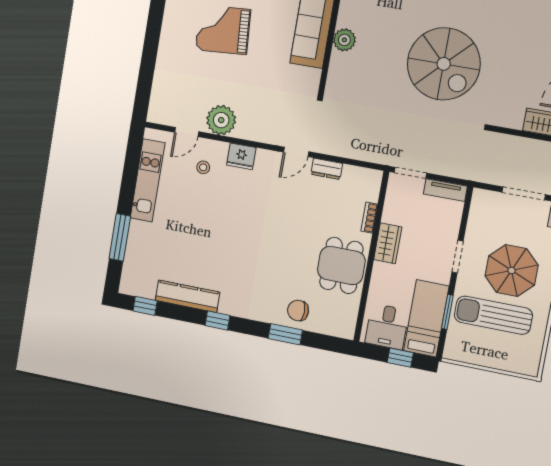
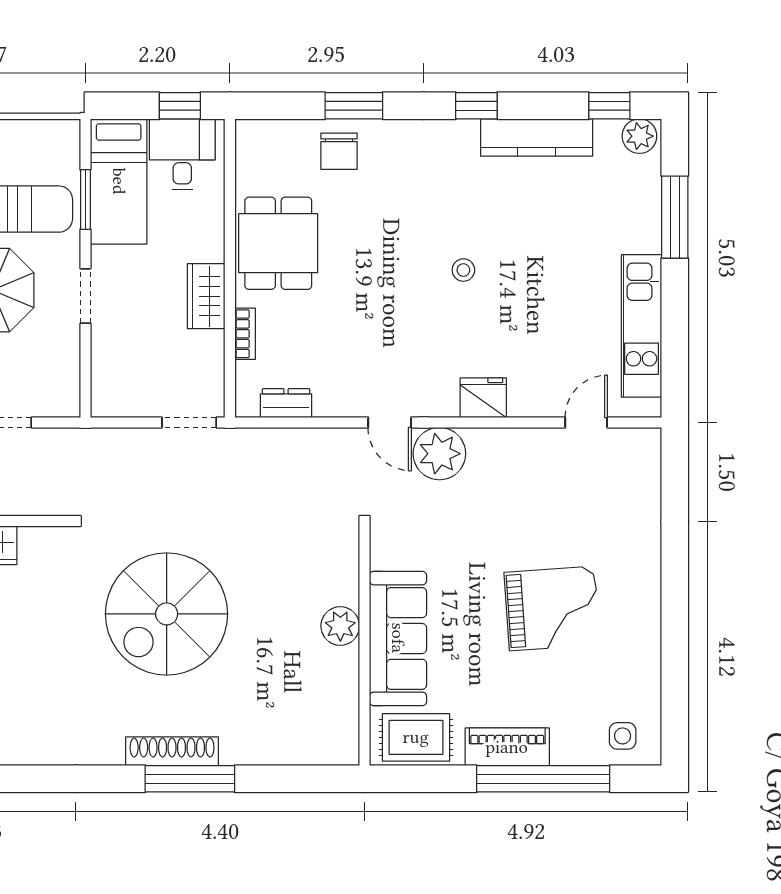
spiral stairs: (444, 64) -> (167, 614), turned -90
plant: (221, 120) -> (439, 454), moved
door: (296, 152) -> (390, 422), swing flipped
stool: (203, 167) -> (463, 270), moved
dresser: (327, 169) -> (286, 403), moved
tv unit: (445, 190) -> (126, 404), removed
plant: (132, 286) -> (639, 136), added
chair: (298, 311) -> (339, 151), turned 90
window: (400, 358) -> (180, 106), moved

